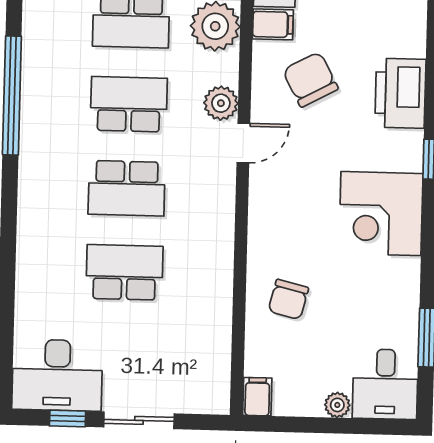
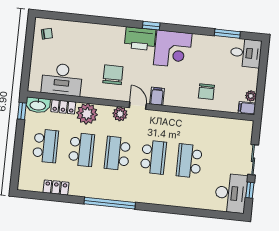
filing cabinet: (273, 24) -> (157, 96), moved
chair: (310, 79) -> (113, 75), turned 118
printer: (400, 93) -> (140, 39), moved
chair: (288, 299) -> (206, 92), turned 76
plant: (337, 405) -> (251, 96), moved

